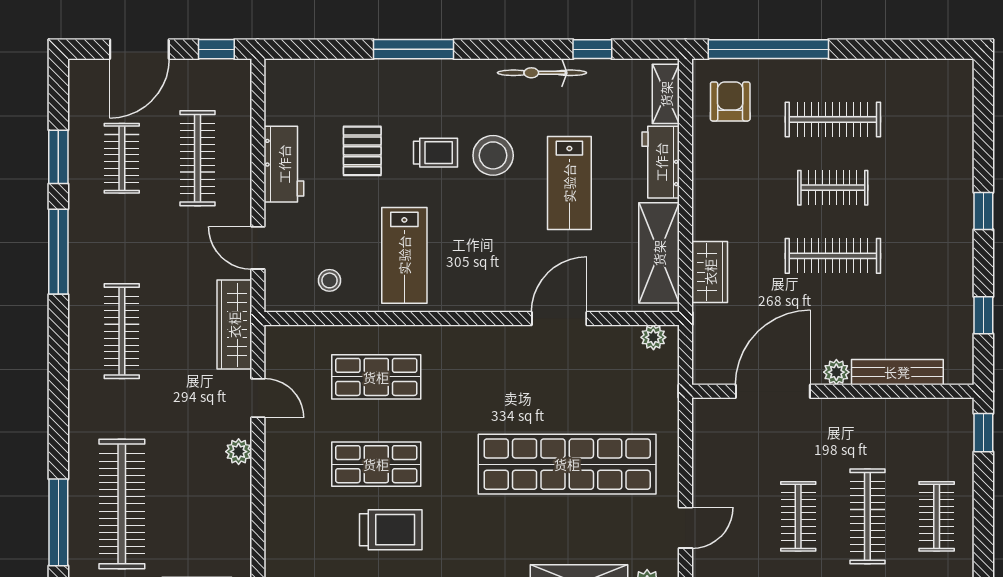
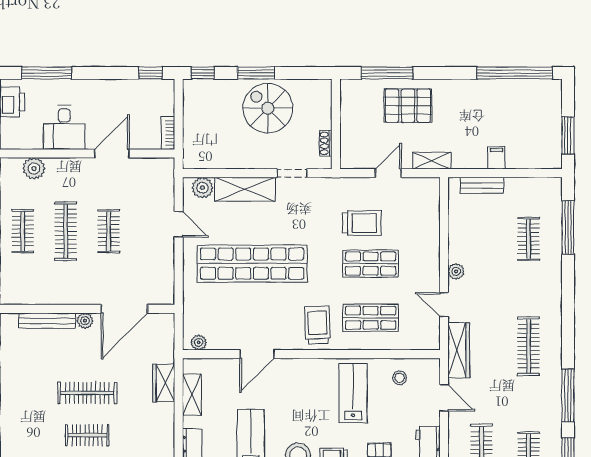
shelving: (659, 253) -> (192, 395), width x0.67, depth x0.75
trolley: (462, 365) -> (318, 325), added
clothes rail: (122, 504) -> (528, 239), width x0.54, depth x0.76
door: (686, 528) -> (179, 224), swing flipped
trolley: (391, 530) -> (362, 223), turned 180

